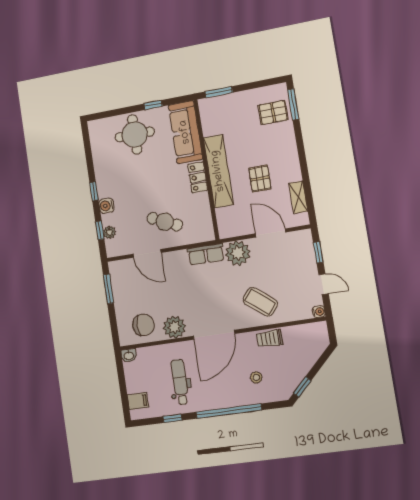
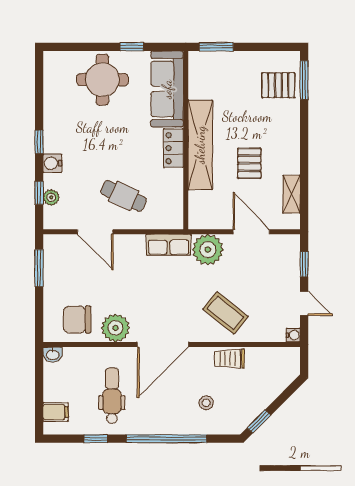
chair: (144, 325) -> (77, 320), turned 180

